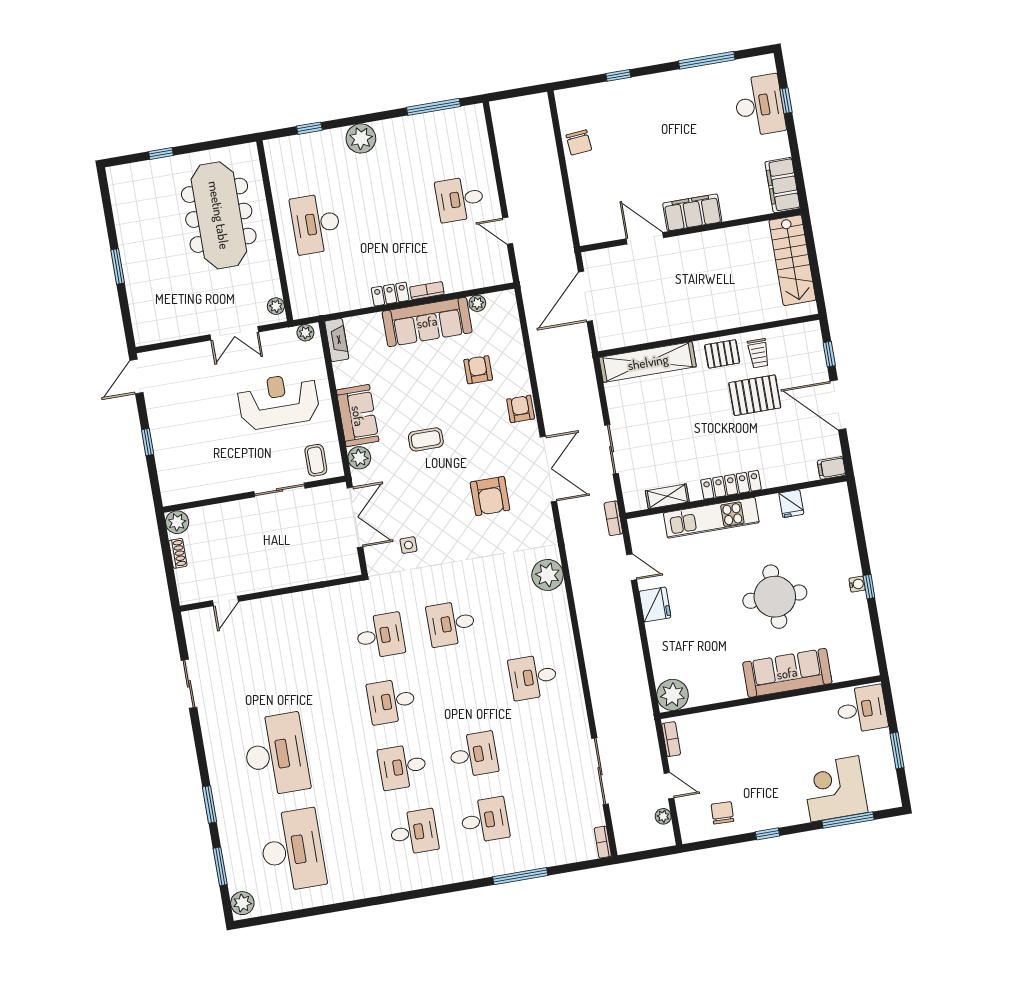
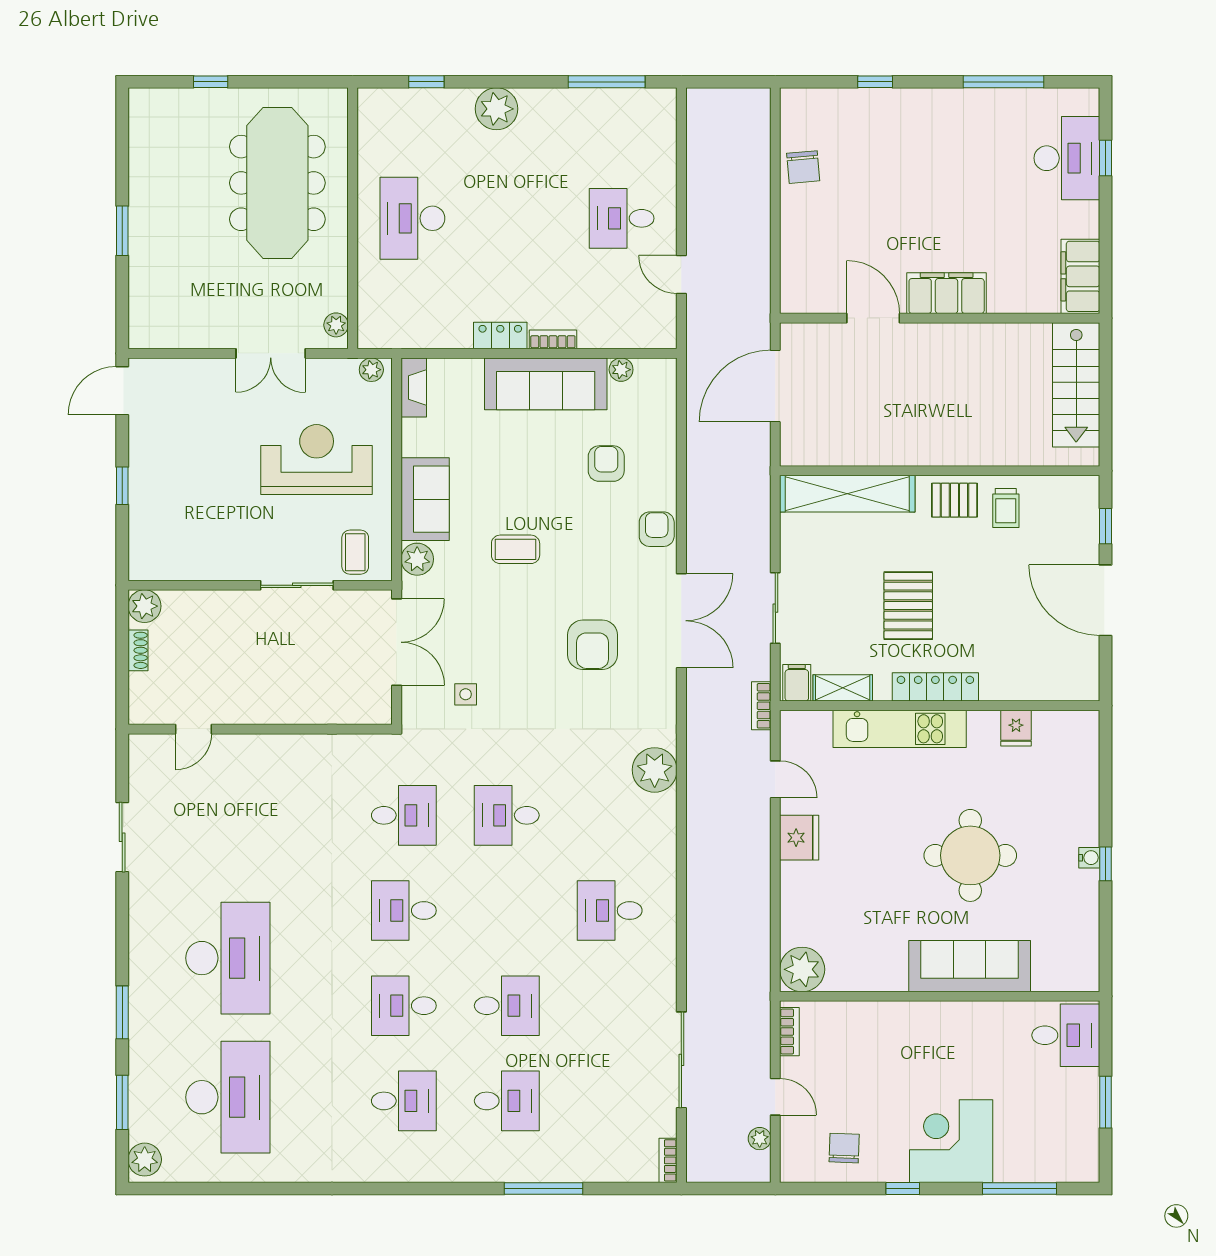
pallet: (755, 395) -> (908, 606), moved, turned 90
filing cabinet: (831, 468) -> (797, 683), moved, turned 90
corner desk: (835, 789) -> (951, 1141), moved

